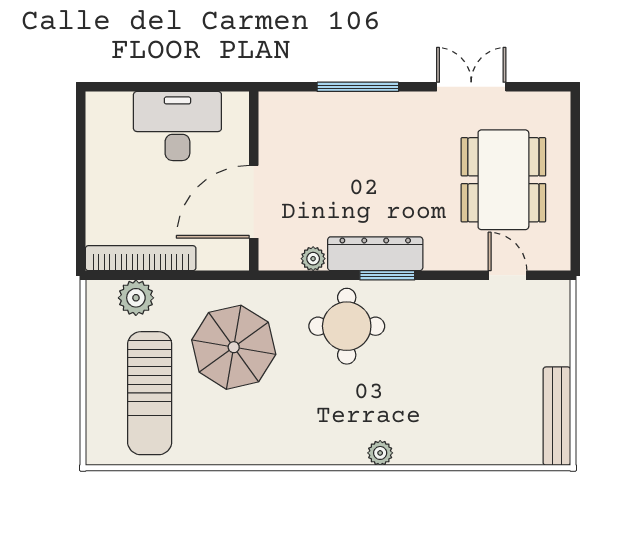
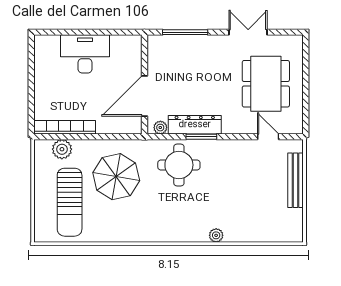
wall: (254, 181) -> (145, 84), moved
door: (254, 202) -> (145, 96), moved
bench: (557, 416) -> (296, 180), moved
plant: (380, 453) -> (216, 235), moved

